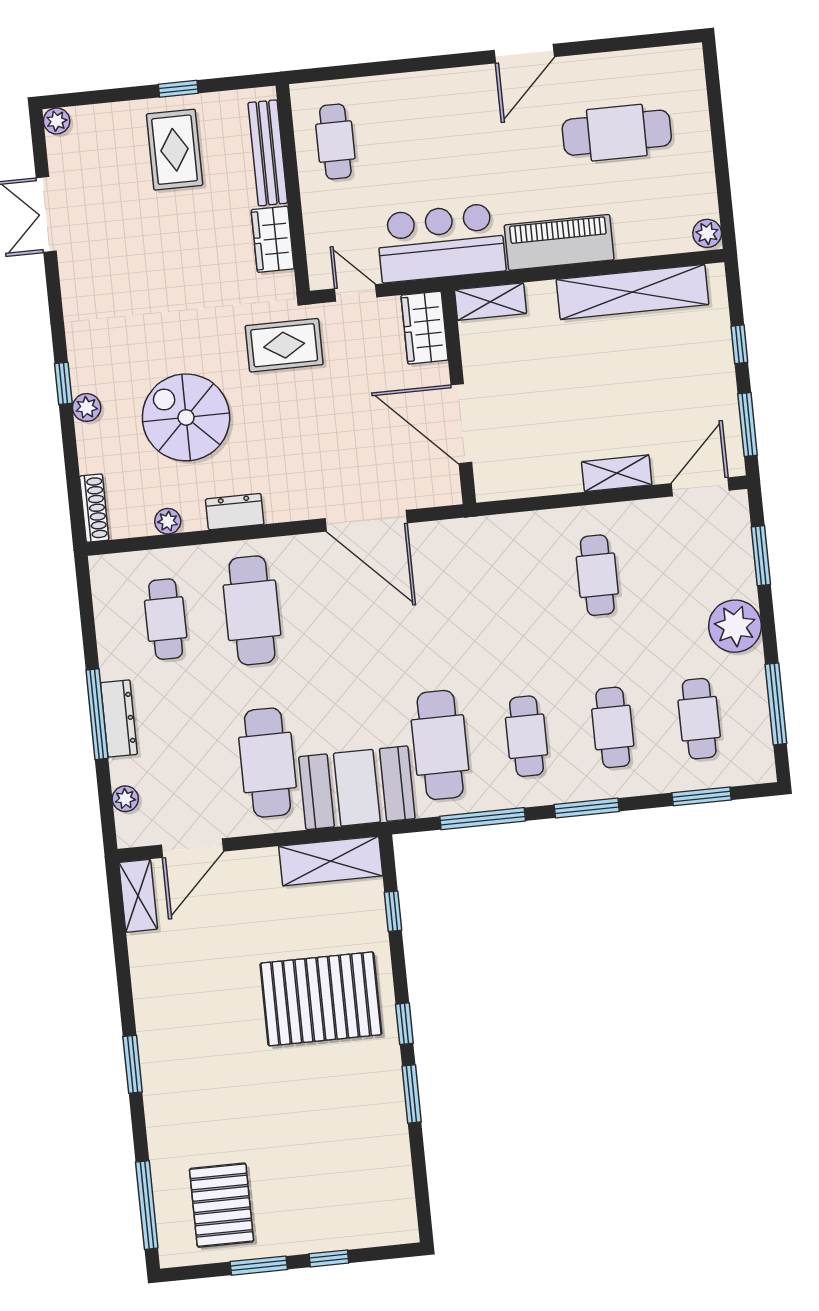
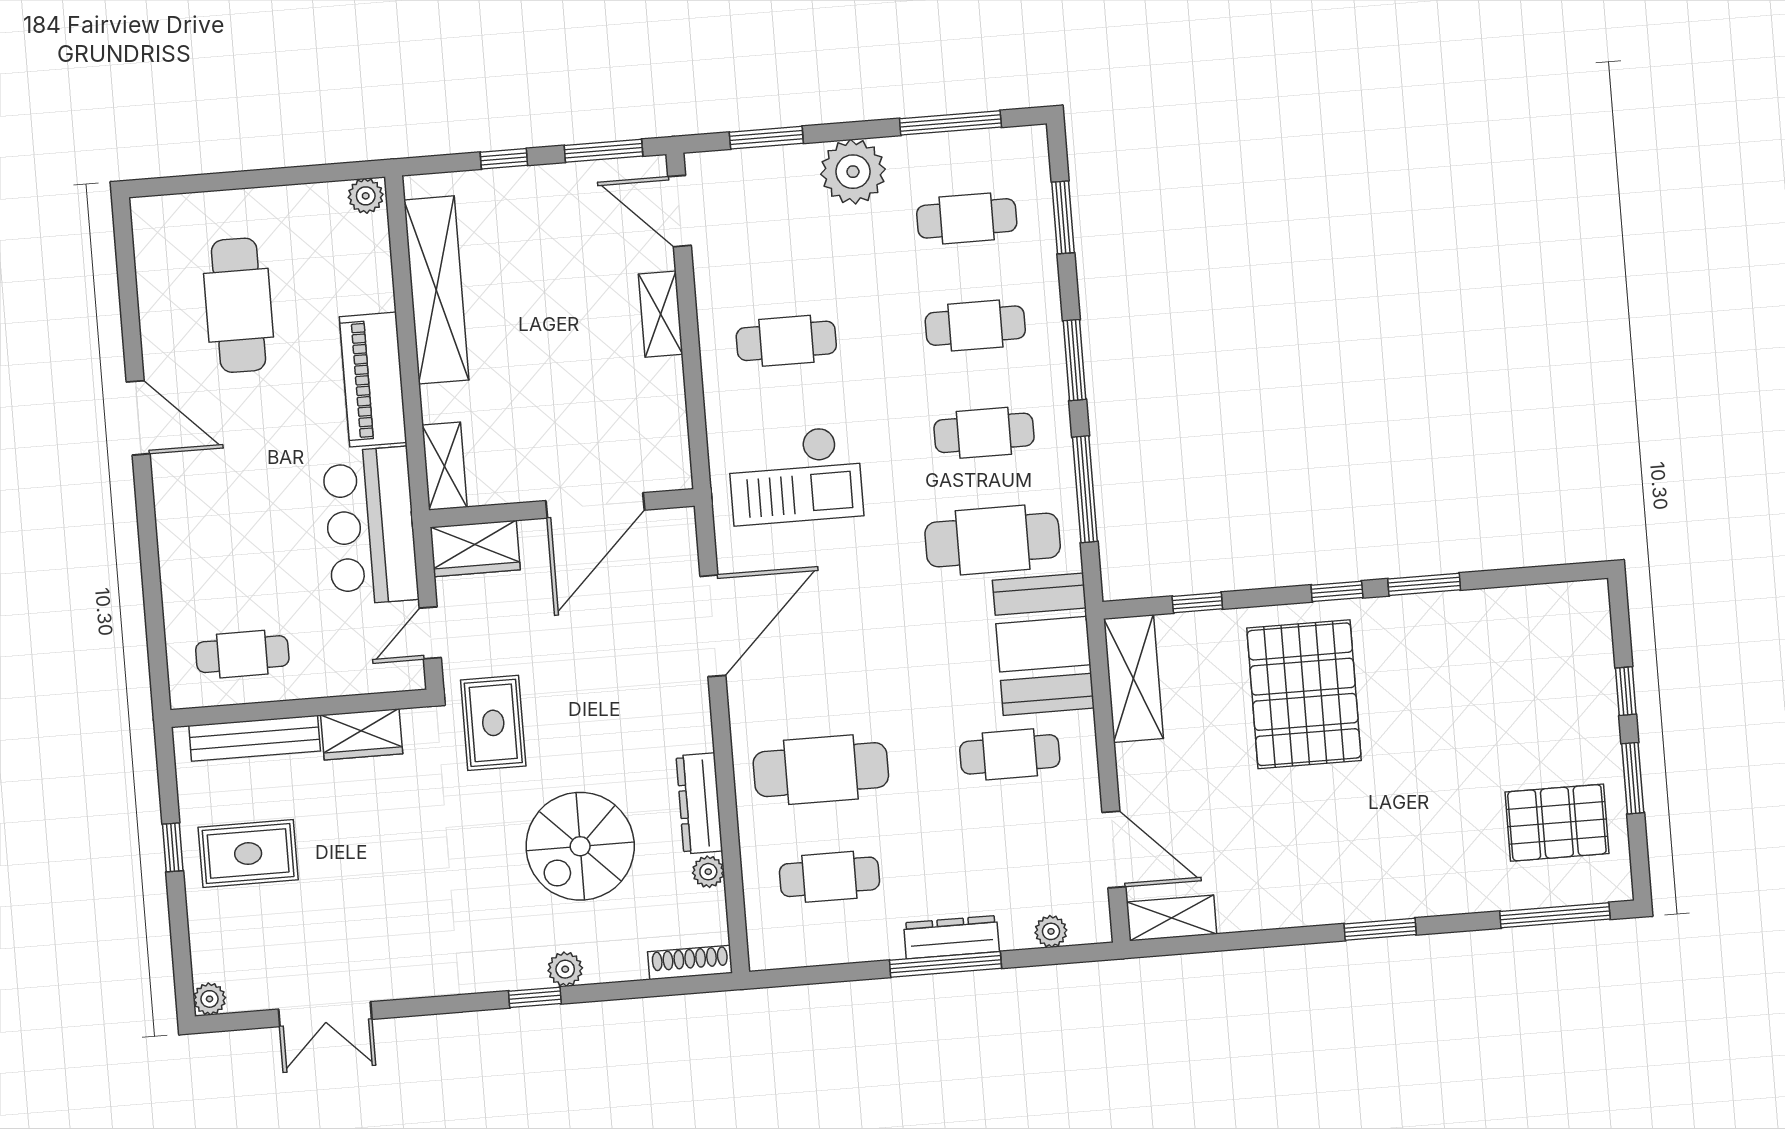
dresser: (235, 512) -> (699, 803), width x1.44
checkout: (489, 585) -> (795, 476), added
cafe table: (267, 763) -> (1010, 754), width x0.73, depth x0.74

